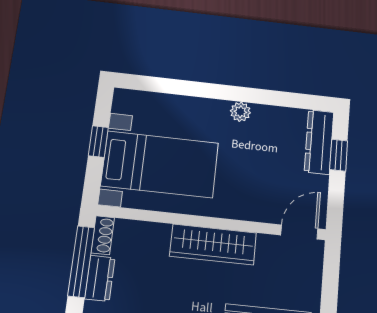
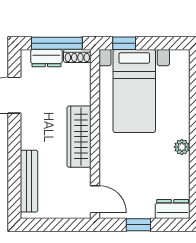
window: (98, 142) -> (124, 43), moved
dresser: (319, 142) -> (173, 209), width x0.70
window: (339, 155) -> (138, 225), moved

